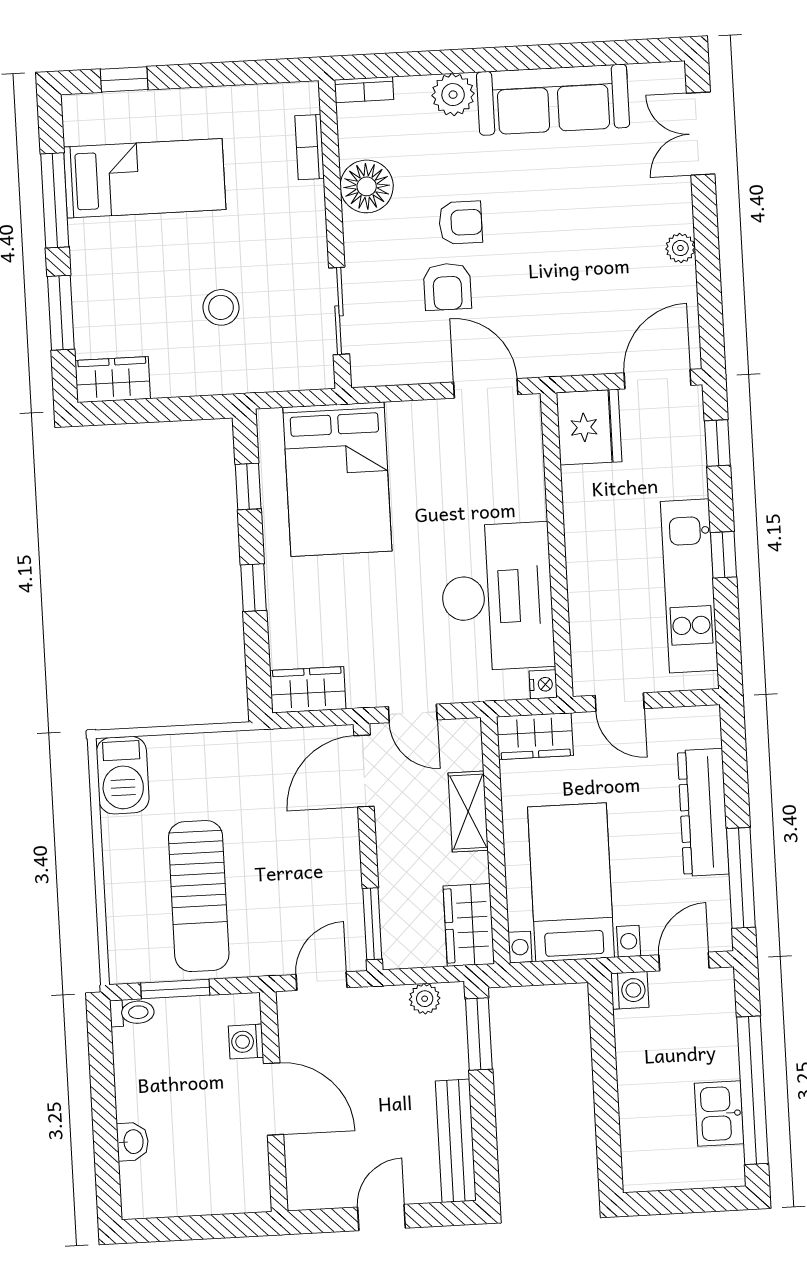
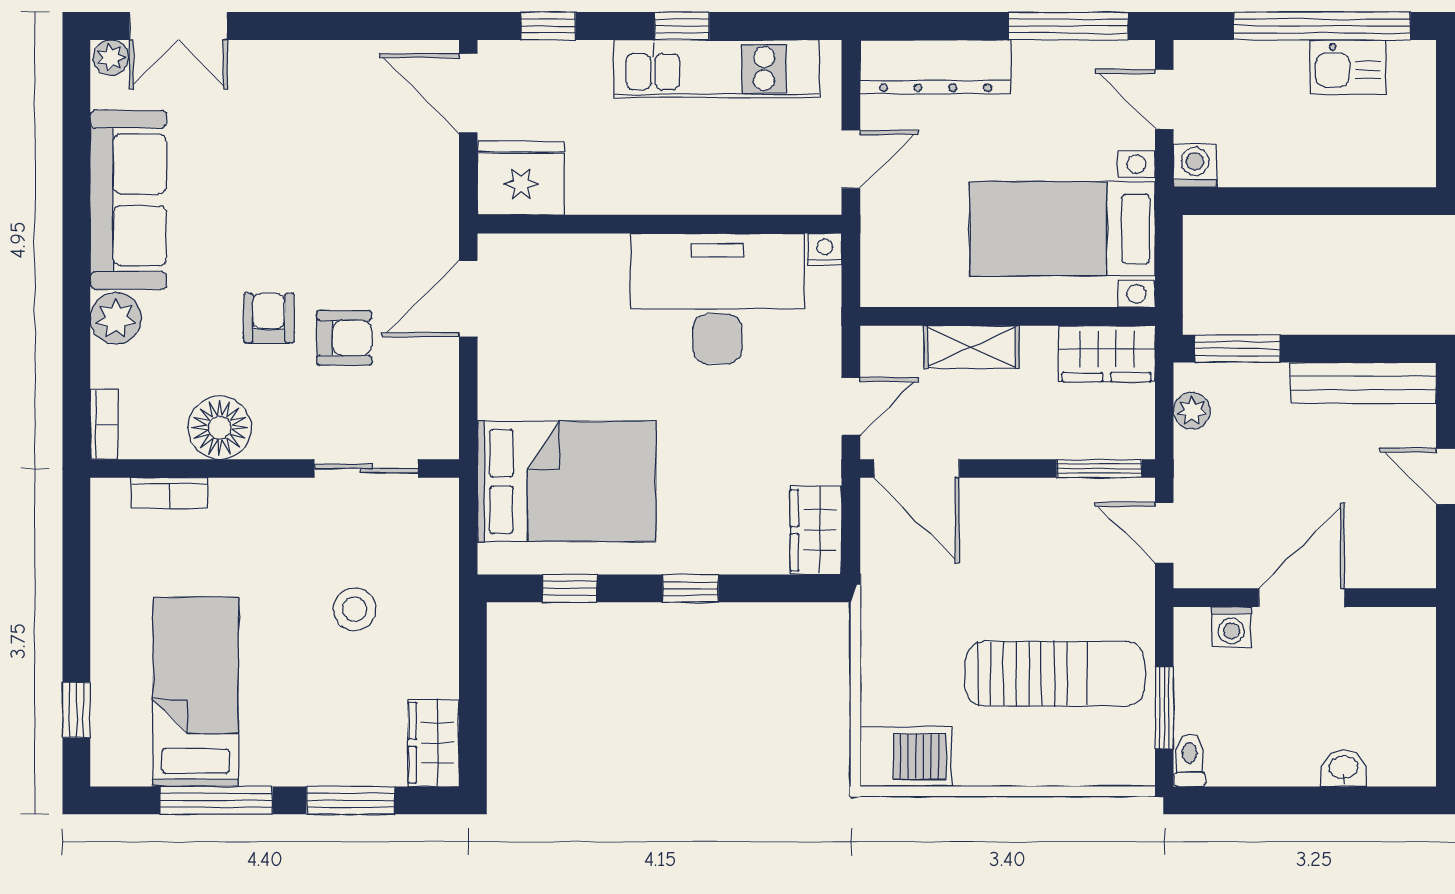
plant: (680, 248) -> (111, 58), moved
wardrobe: (535, 736) -> (886, 263), removed
dresser: (703, 812) -> (935, 67), moved

